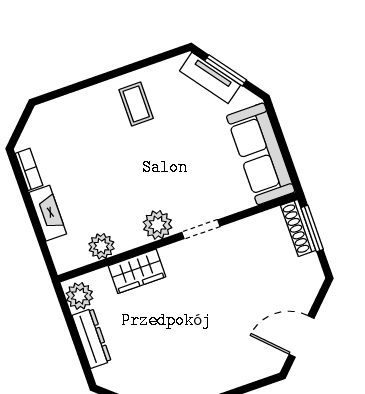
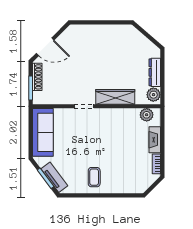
plant: (157, 225) -> (104, 116), removed
shoe rack: (298, 228) -> (37, 77), moved
plant: (101, 246) -> (147, 115), moved
wardrobe: (137, 271) -> (115, 97), width x1.50
door: (302, 336) -> (45, 47), moved

